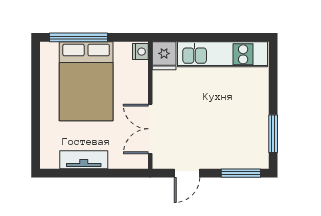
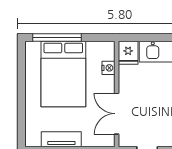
nightstand: (140, 52) -> (108, 68), moved

